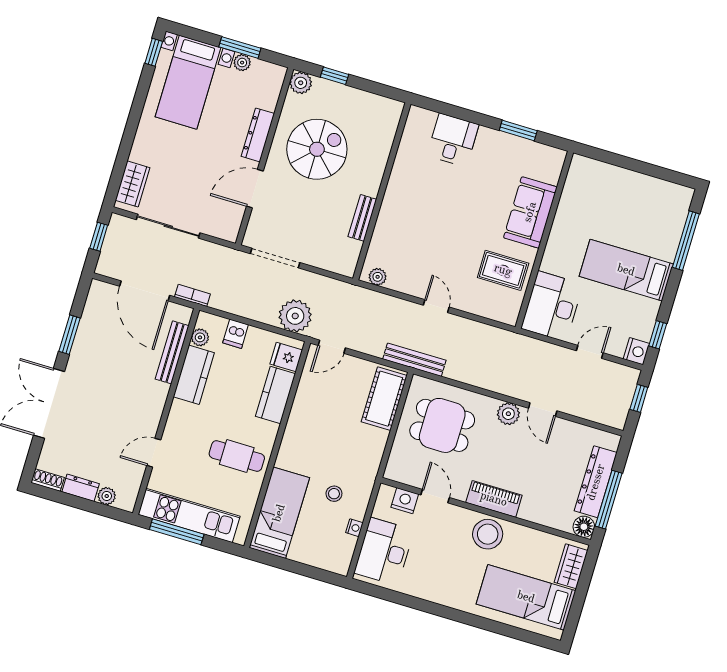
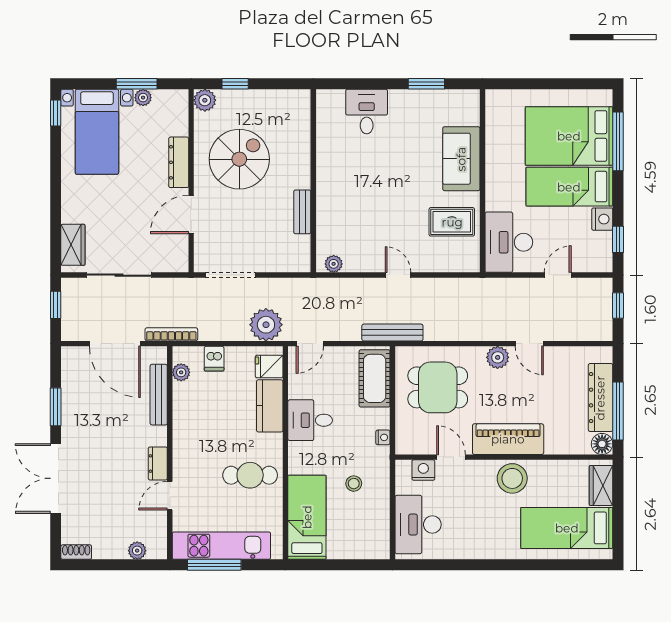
bed: (640, 221) -> (569, 136), added
bookcase: (192, 295) -> (171, 334), width x1.56
nightstand: (636, 351) -> (602, 219), moved
kitchen counter: (194, 375) -> (186, 410), removed
desk: (310, 420) -> (310, 420), added
dresser: (81, 488) -> (158, 464), moved, turned -90
piano: (494, 499) -> (508, 439), width x1.37, depth x1.33
nightstand: (354, 528) -> (383, 437), moved

